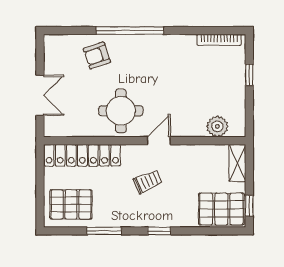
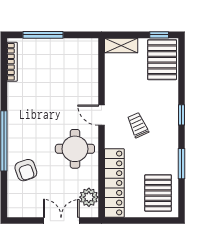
window: (249, 75) -> (43, 35), width x2.17
plant: (217, 126) -> (89, 197), moved

